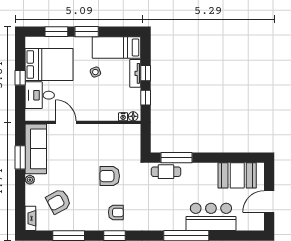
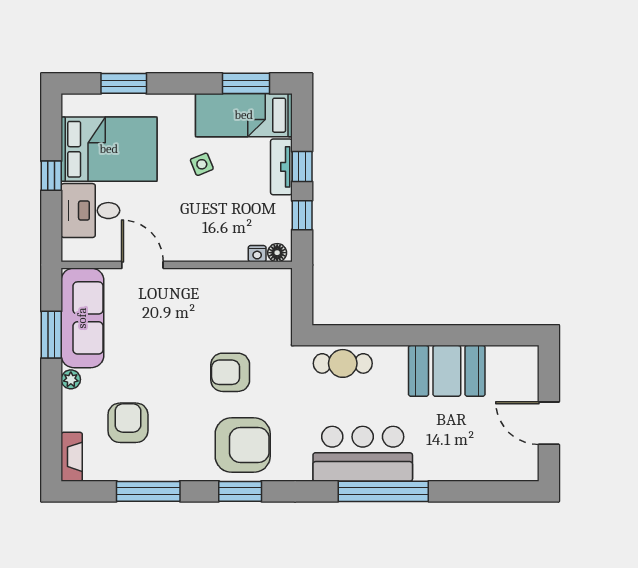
window: (87, 32) -> (246, 83), moved
window: (177, 158) -> (364, 335), removed
booth: (237, 175) -> (447, 371), moved
armchair: (58, 201) -> (128, 423), turned 118
door: (269, 202) -> (549, 423), hinge flipped
armchair: (116, 212) -> (243, 445), width x1.88, depth x1.88
bar counter: (211, 217) -> (363, 454), moved

